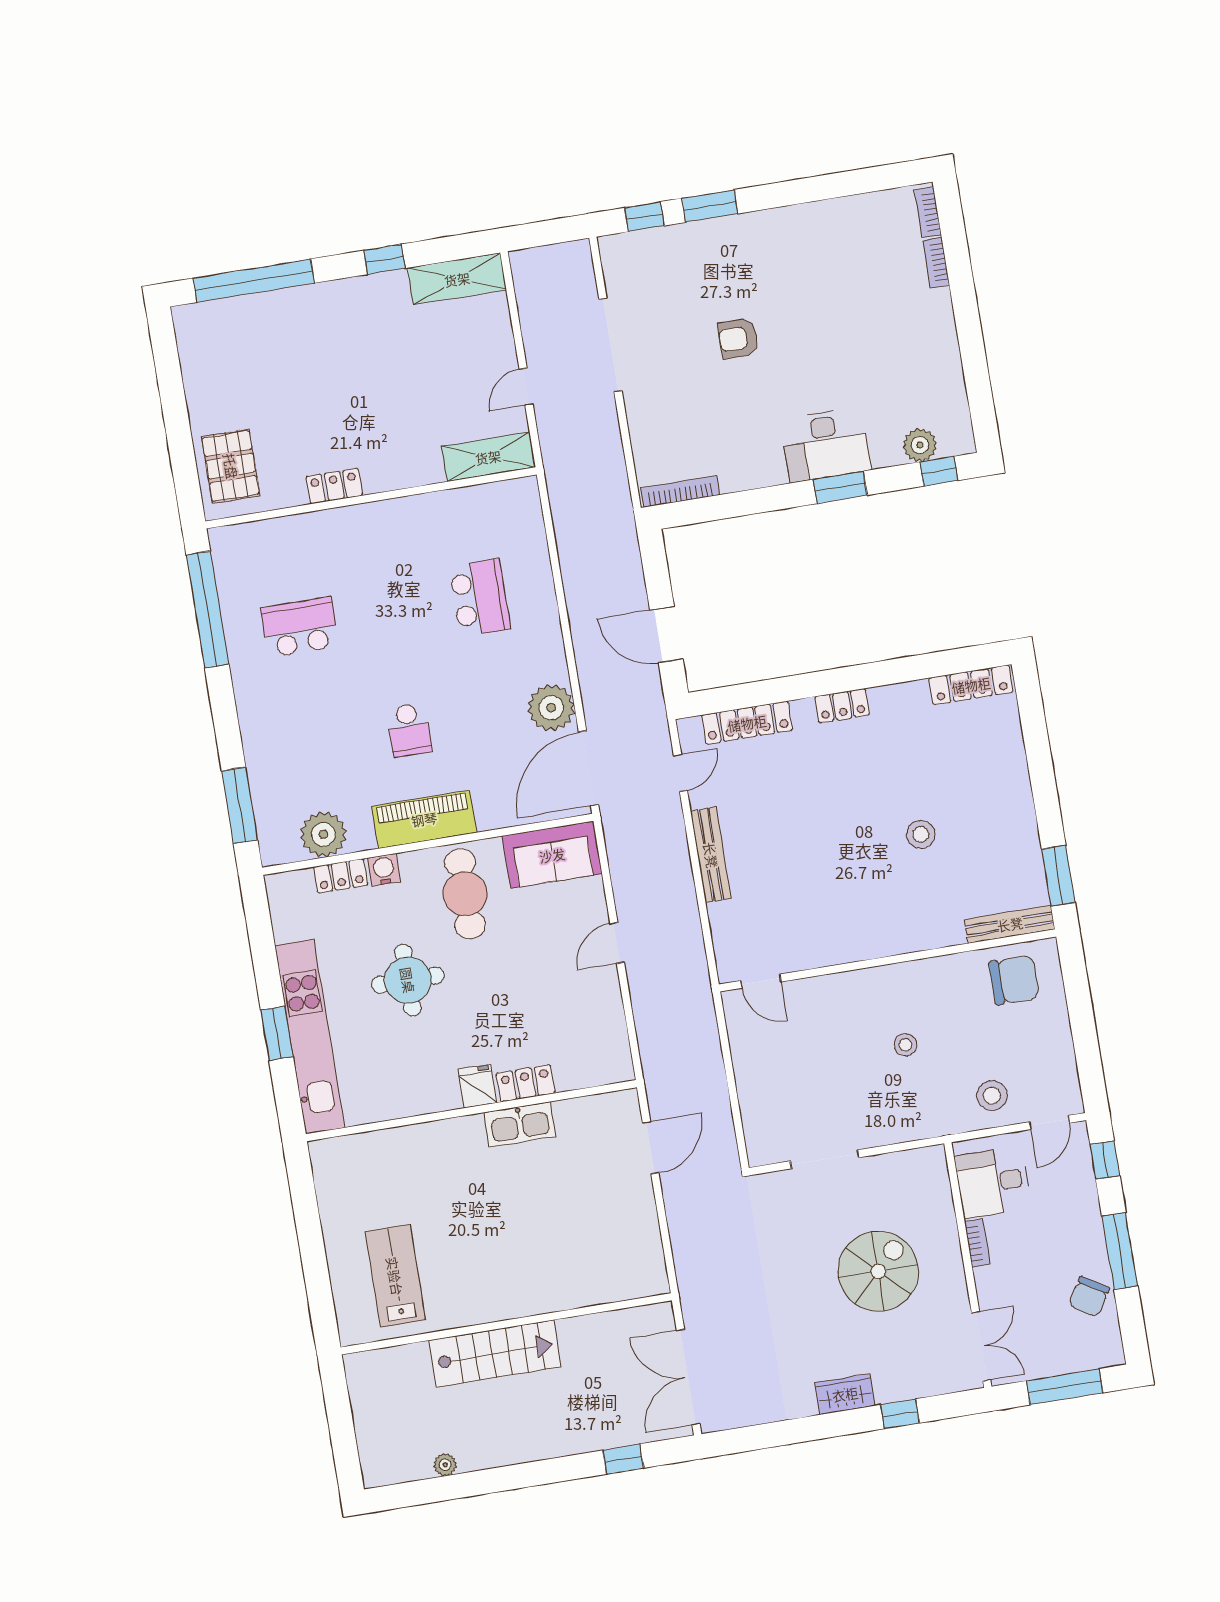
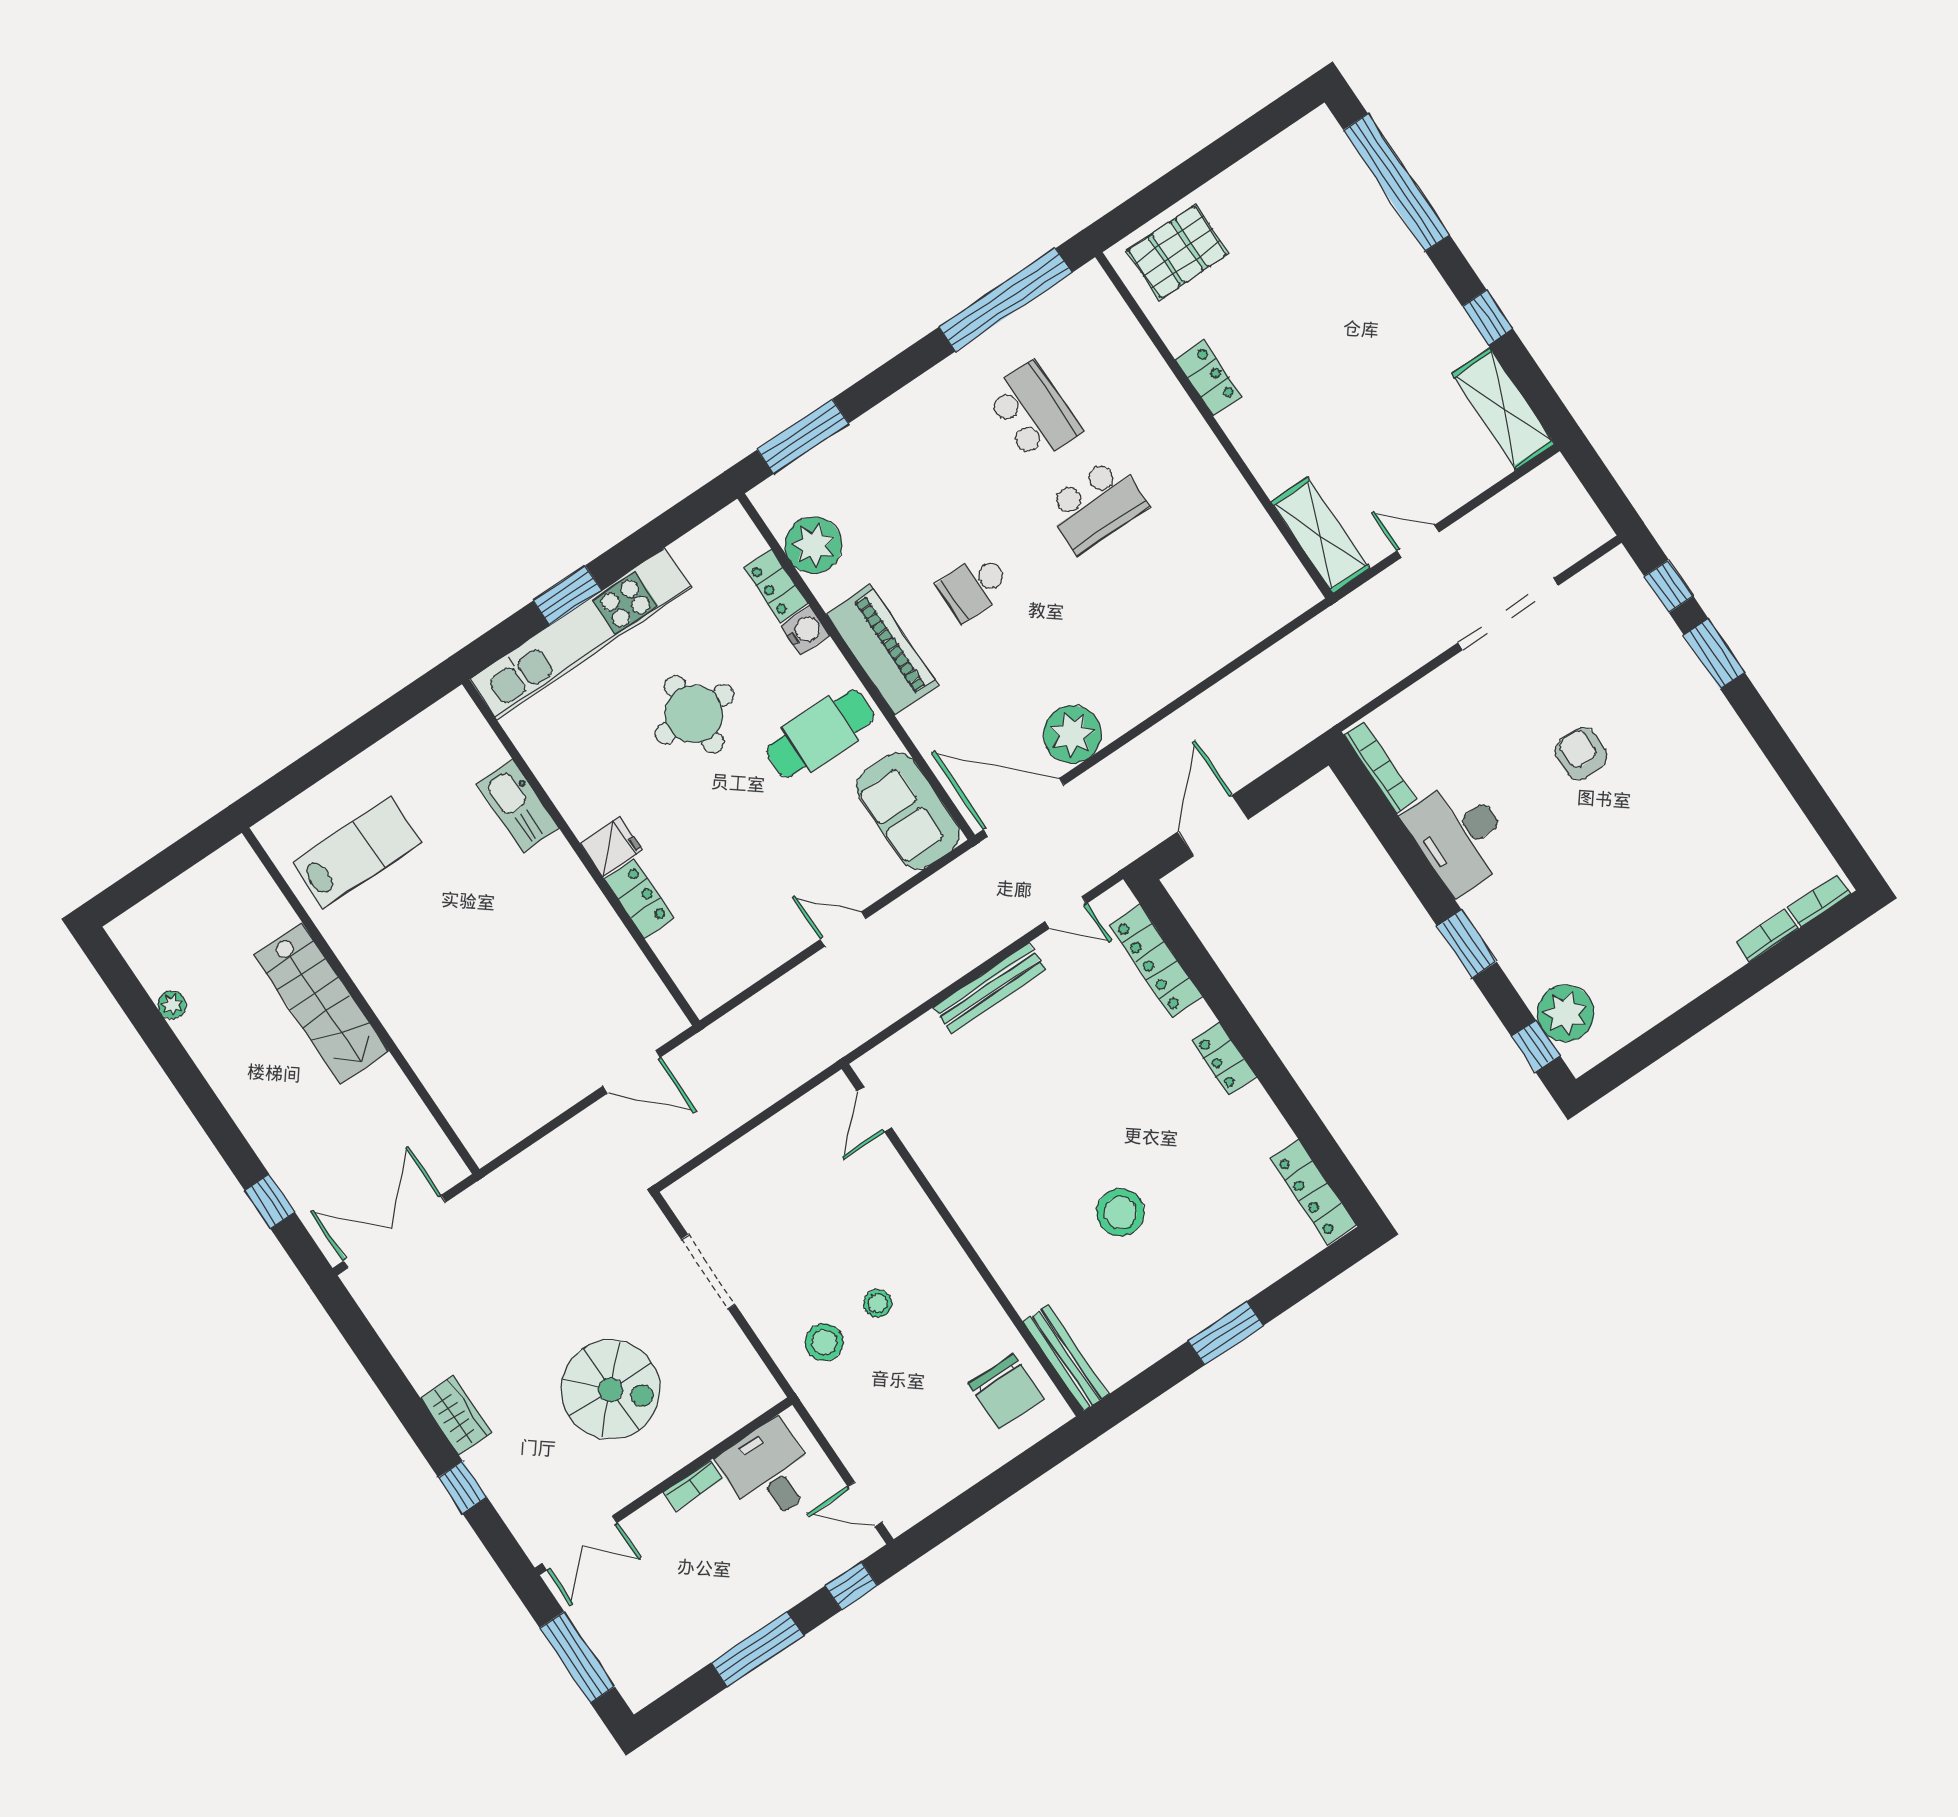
desk: (826, 445) -> (1460, 836), moved
plant: (920, 445) -> (1566, 1013), width x1.36, depth x1.36
school desk: (480, 598) -> (1096, 505), moved
stool: (921, 834) -> (1120, 1212), width x1.38, depth x1.38
window: (1058, 876) -> (1226, 1333), moved
stool: (992, 1095) -> (824, 1342), moved
kitchen sink: (520, 1124) -> (518, 806), moved
chair: (1089, 1297) -> (691, 1638), removed

